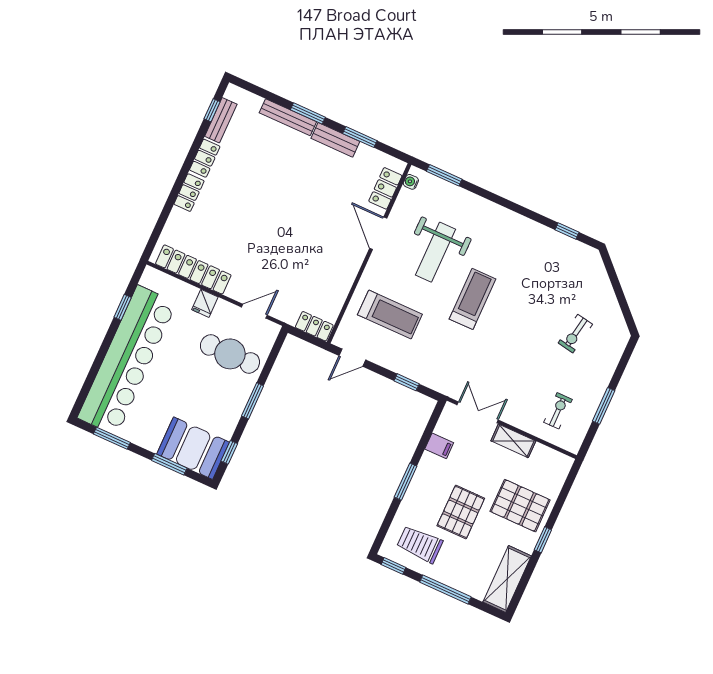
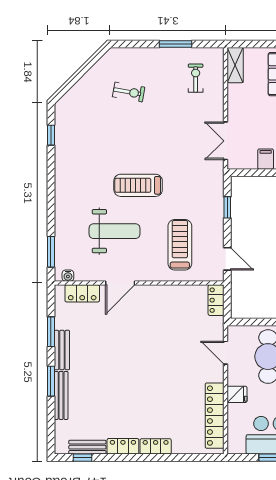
exercise bike: (558, 411) -> (196, 78), turned 90
shelving: (513, 441) -> (235, 65), moved

